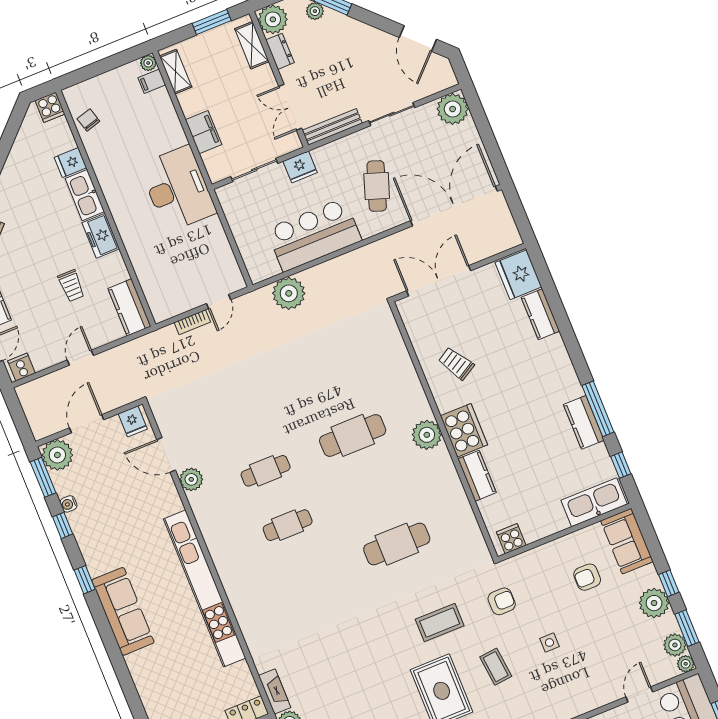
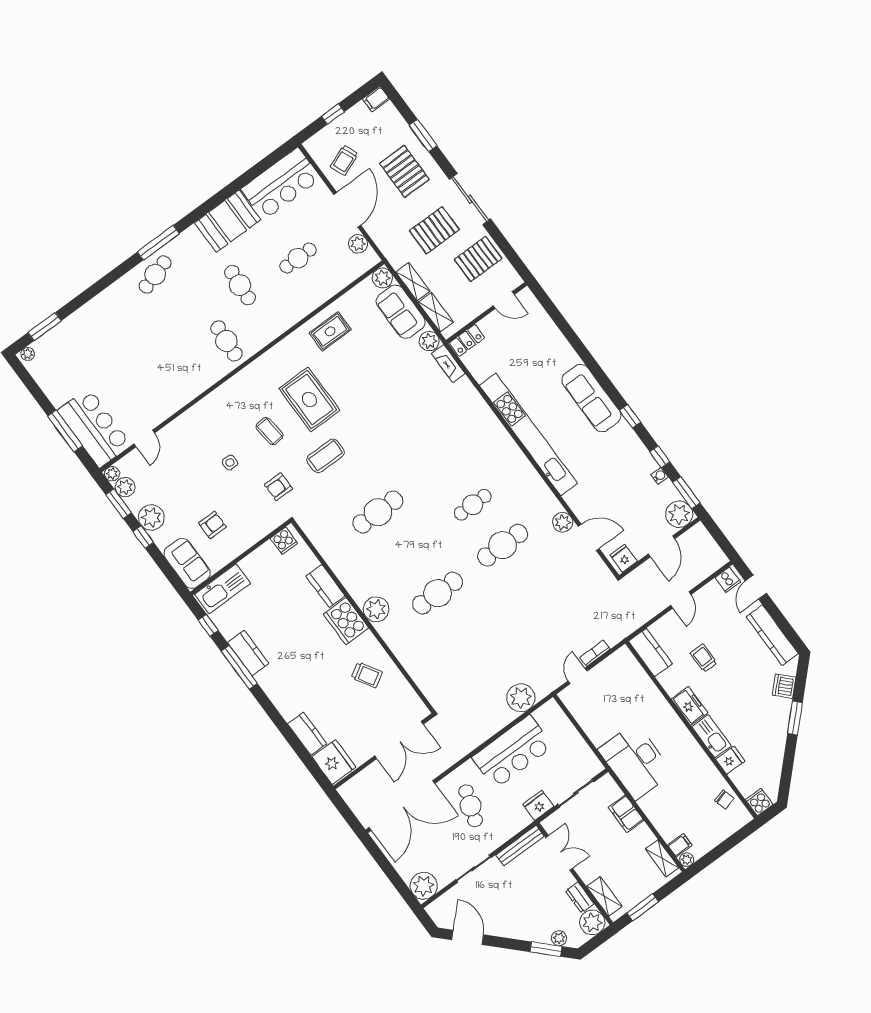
cafe table: (266, 471) -> (503, 545), width x1.37, depth x1.35

